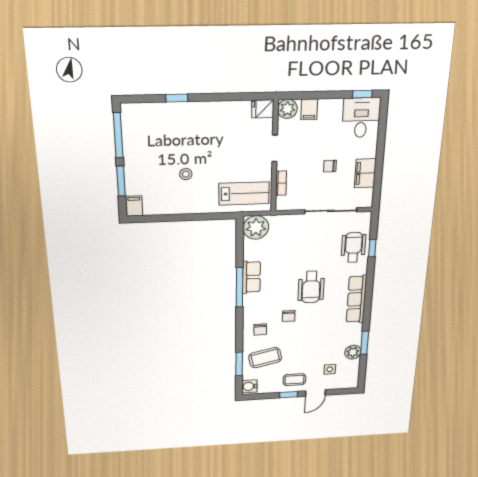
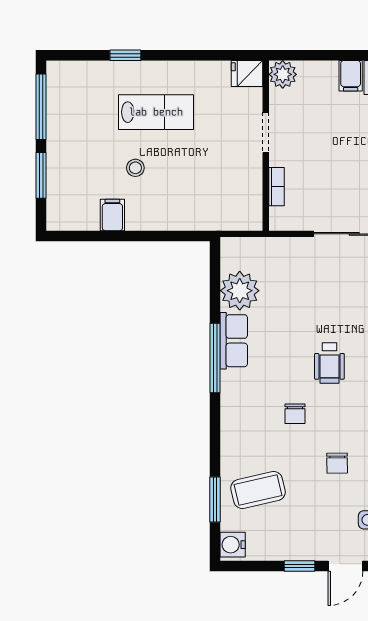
filing cabinet: (309, 109) -> (351, 76), moved
chair: (330, 166) -> (349, 162), removed
lab bench: (244, 193) -> (156, 112), moved
filing cabinet: (134, 206) -> (112, 215), moved
plant: (256, 228) -> (240, 291), moved
wheelchair: (311, 287) -> (329, 363), width x0.73, depth x0.73
chair: (260, 329) -> (337, 463), moved
coffee table: (294, 380) -> (308, 536), removed

